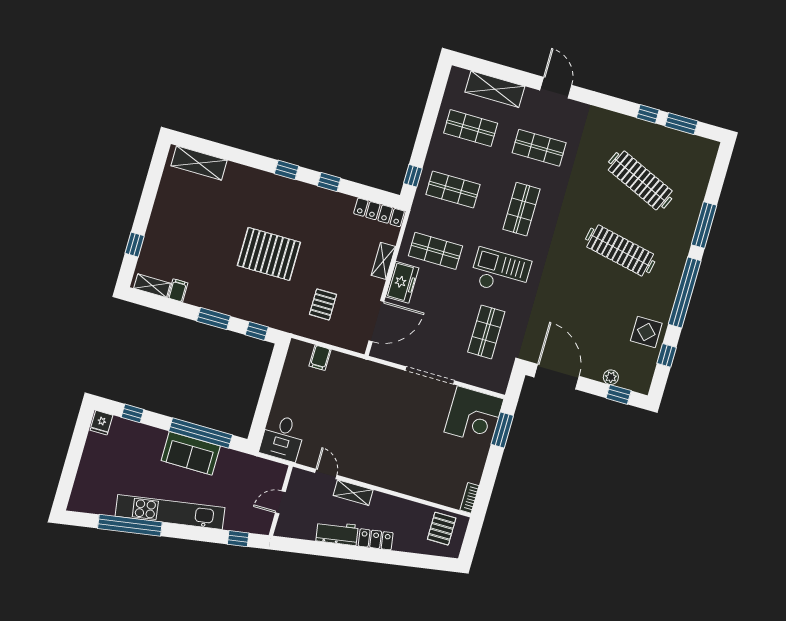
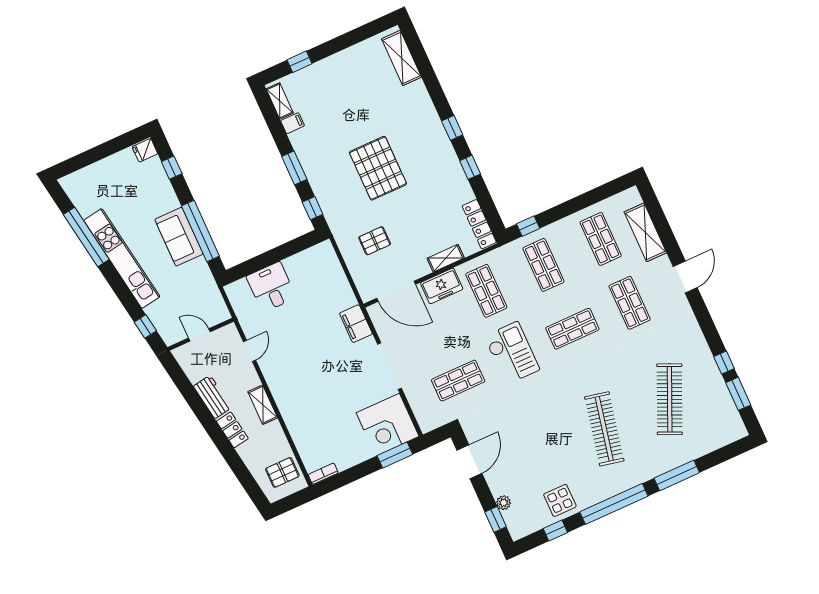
filing cabinet: (320, 358) -> (356, 324), moved, width x2.00
door: (557, 377) -> (469, 462), width x0.73
desk: (282, 438) -> (271, 287), moved, turned 90
shelving: (353, 493) -> (263, 405), moved

